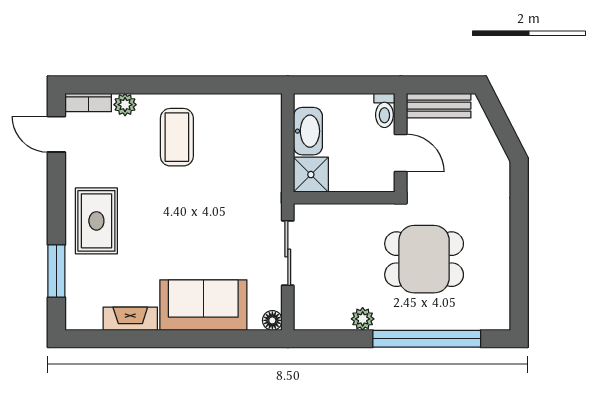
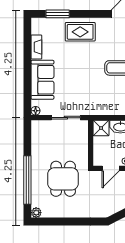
plant: (363, 319) -> (36, 213), moved

